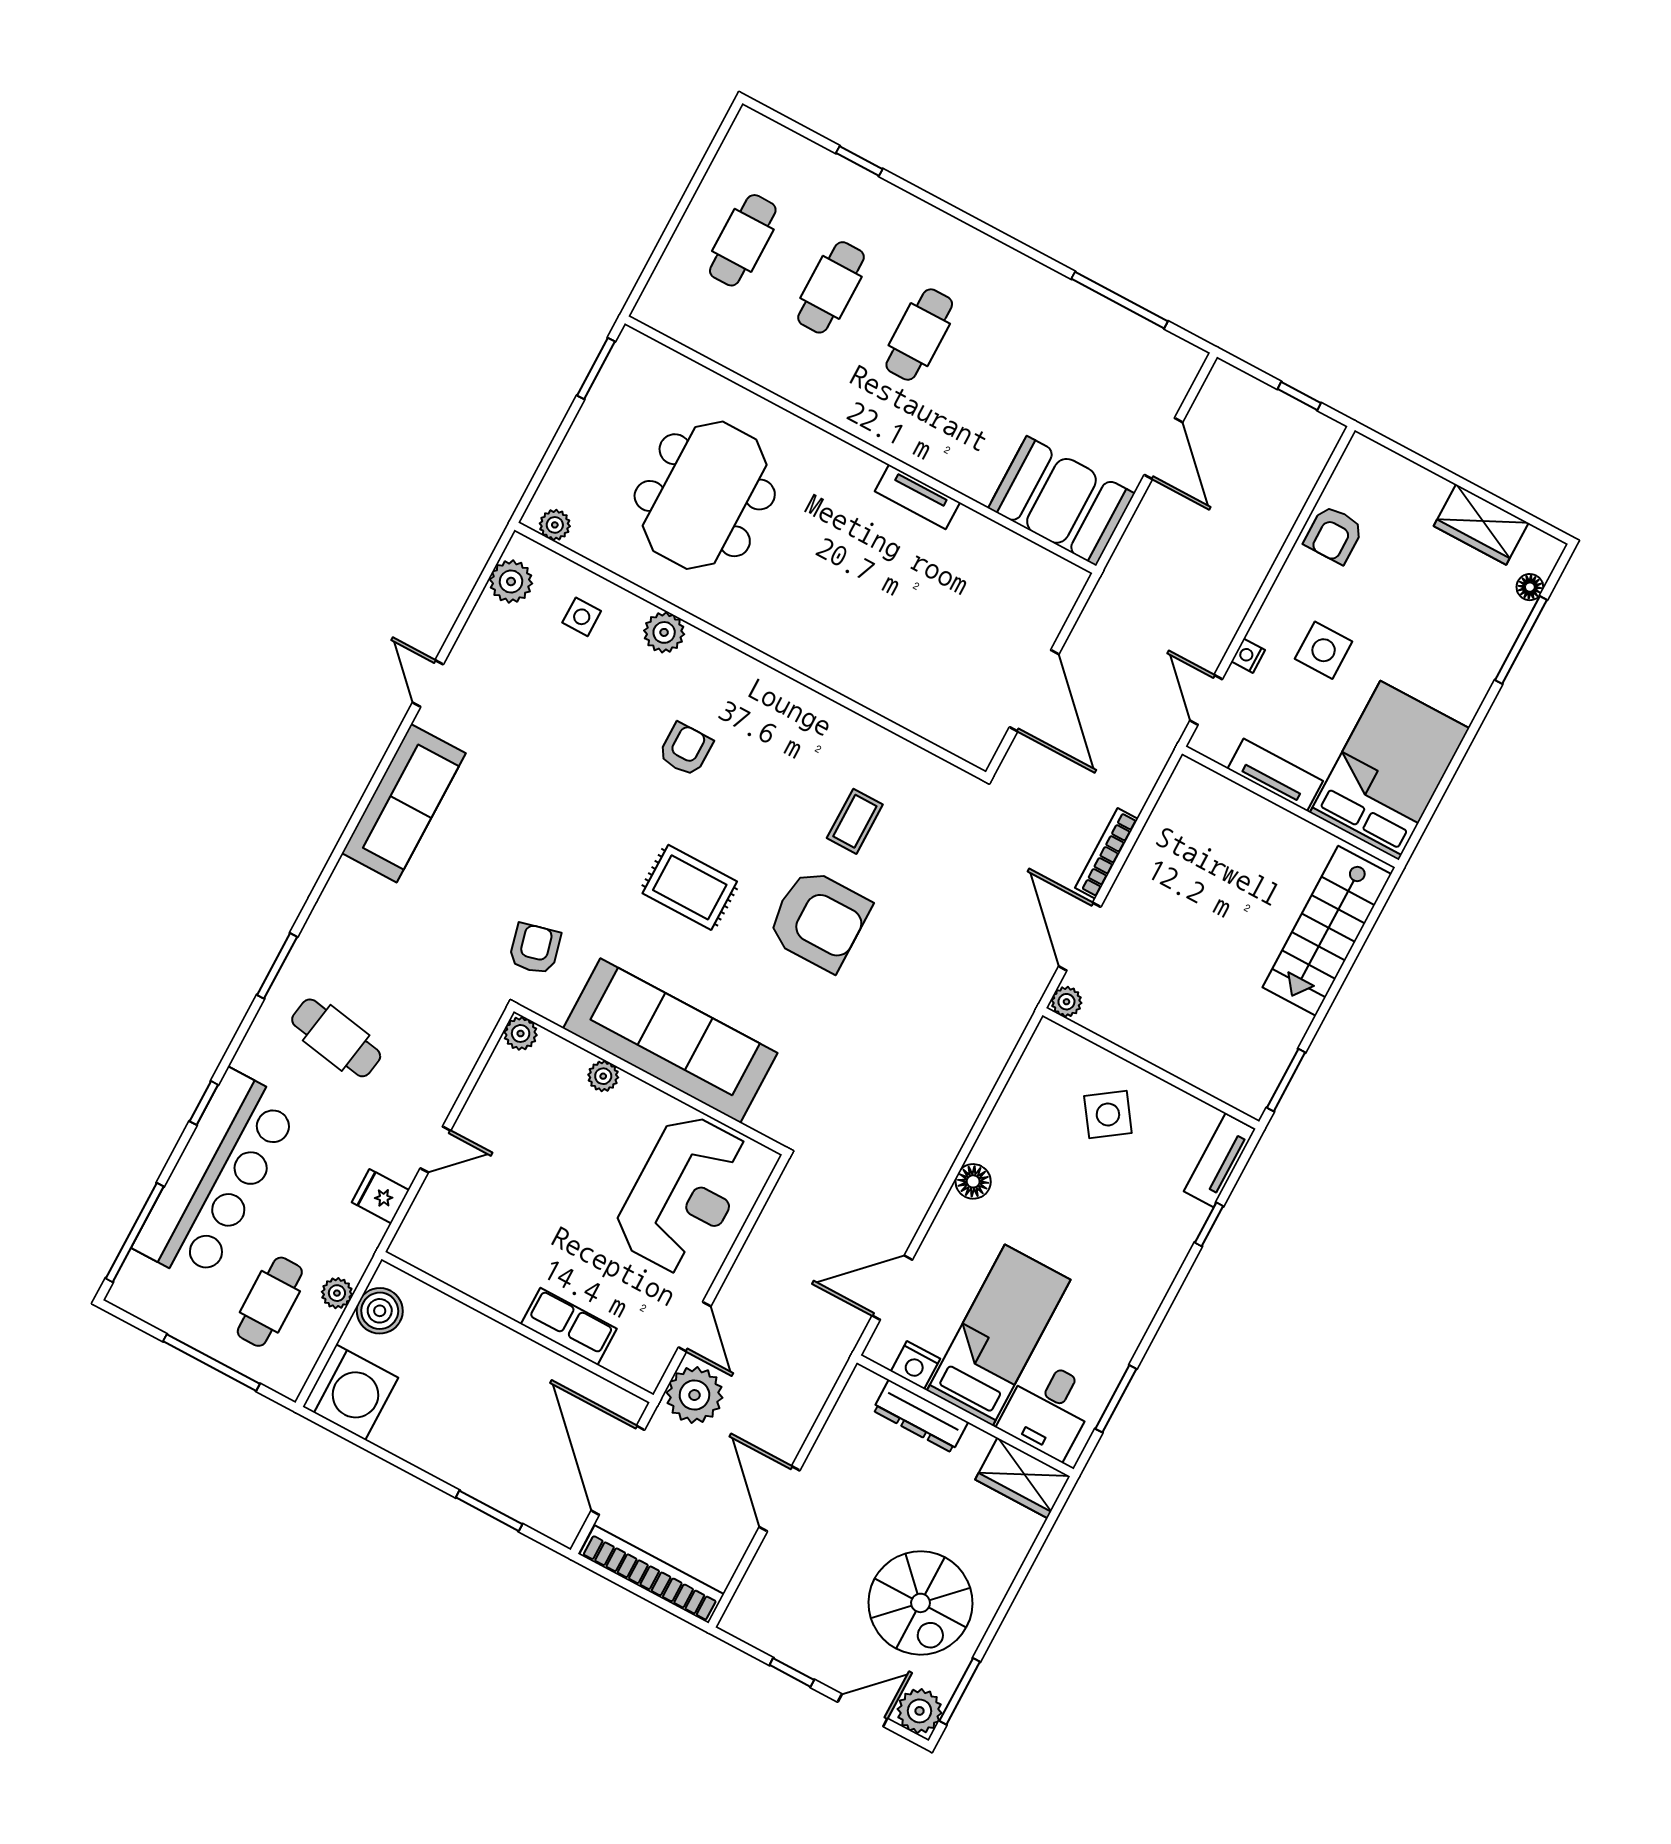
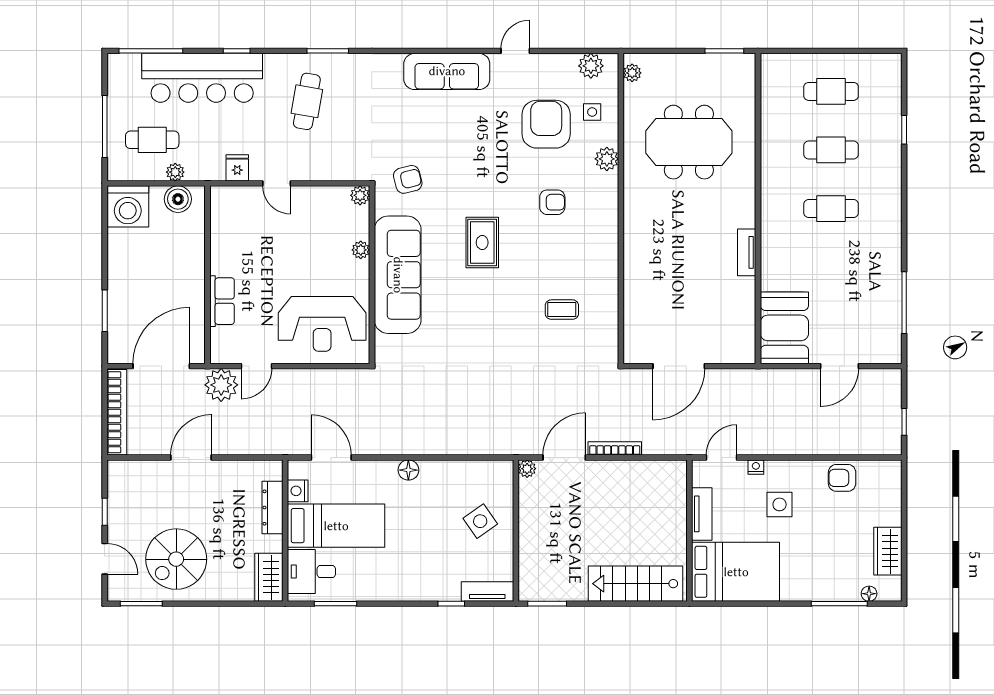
armchair: (819, 920) -> (546, 124), moved, turned 180
plant: (919, 1711) -> (120, 588), removed

